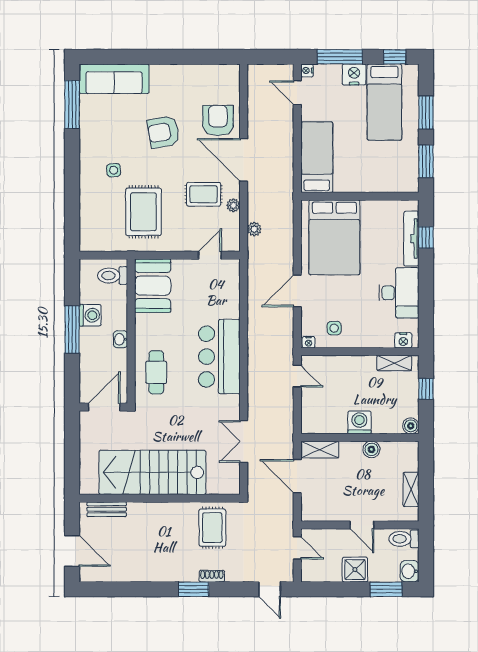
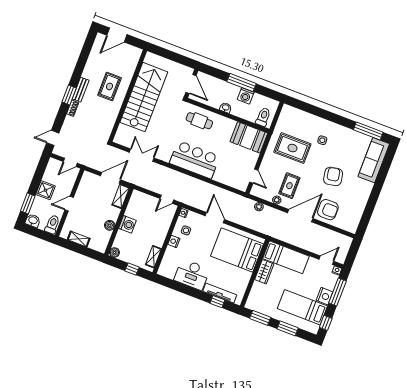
wardrobe: (352, 182) -> (264, 272), added
nightstand: (403, 340) -> (174, 241), moved
bench: (107, 509) -> (81, 90), moved
rug: (212, 528) -> (110, 86), moved, turned 90

